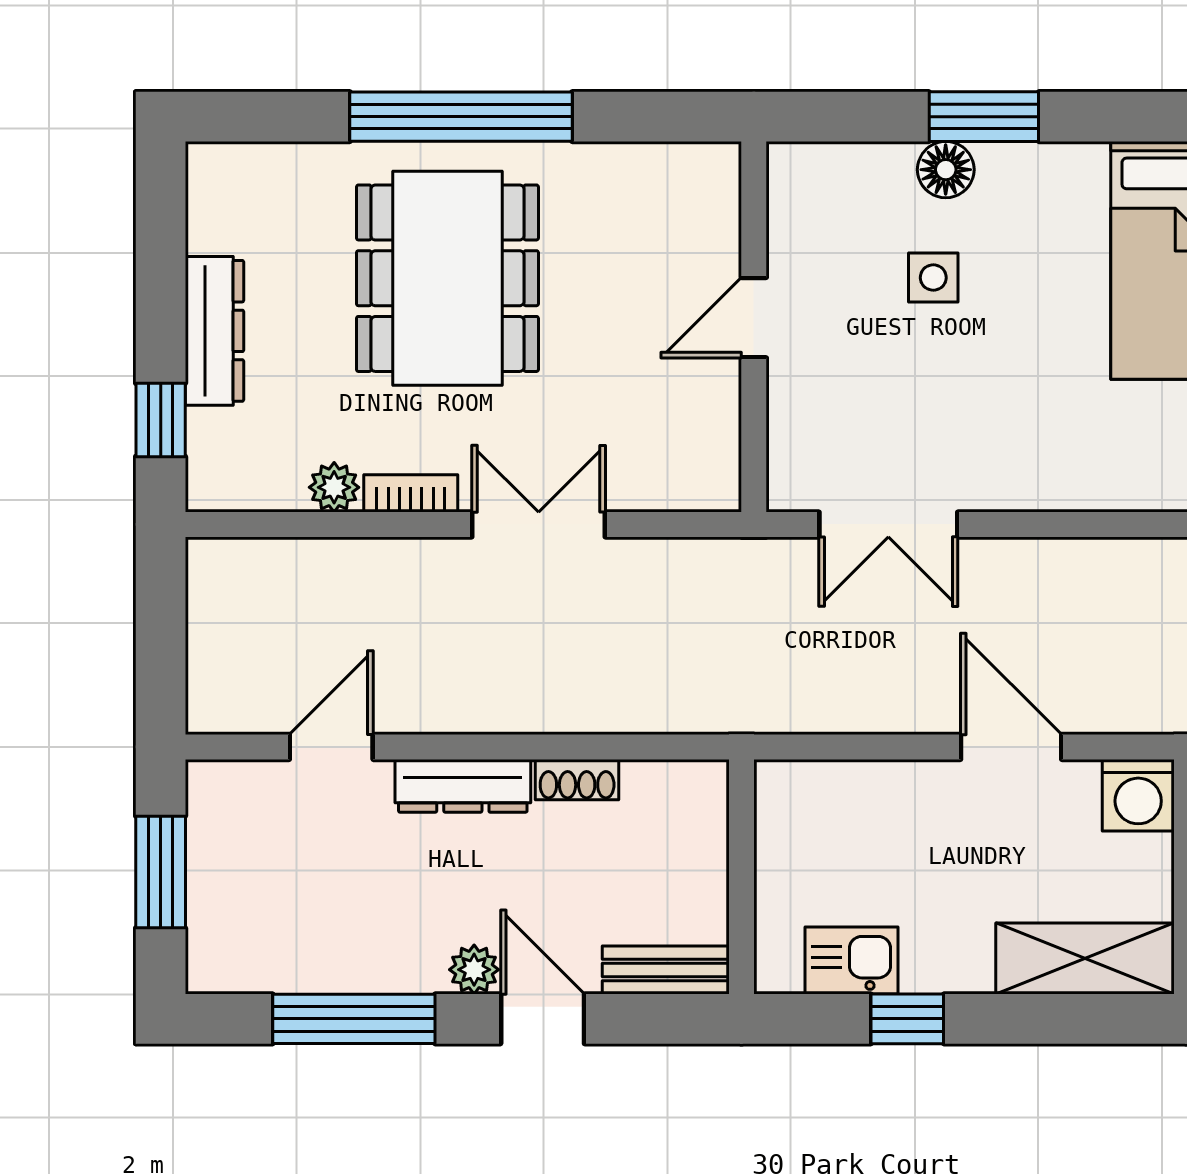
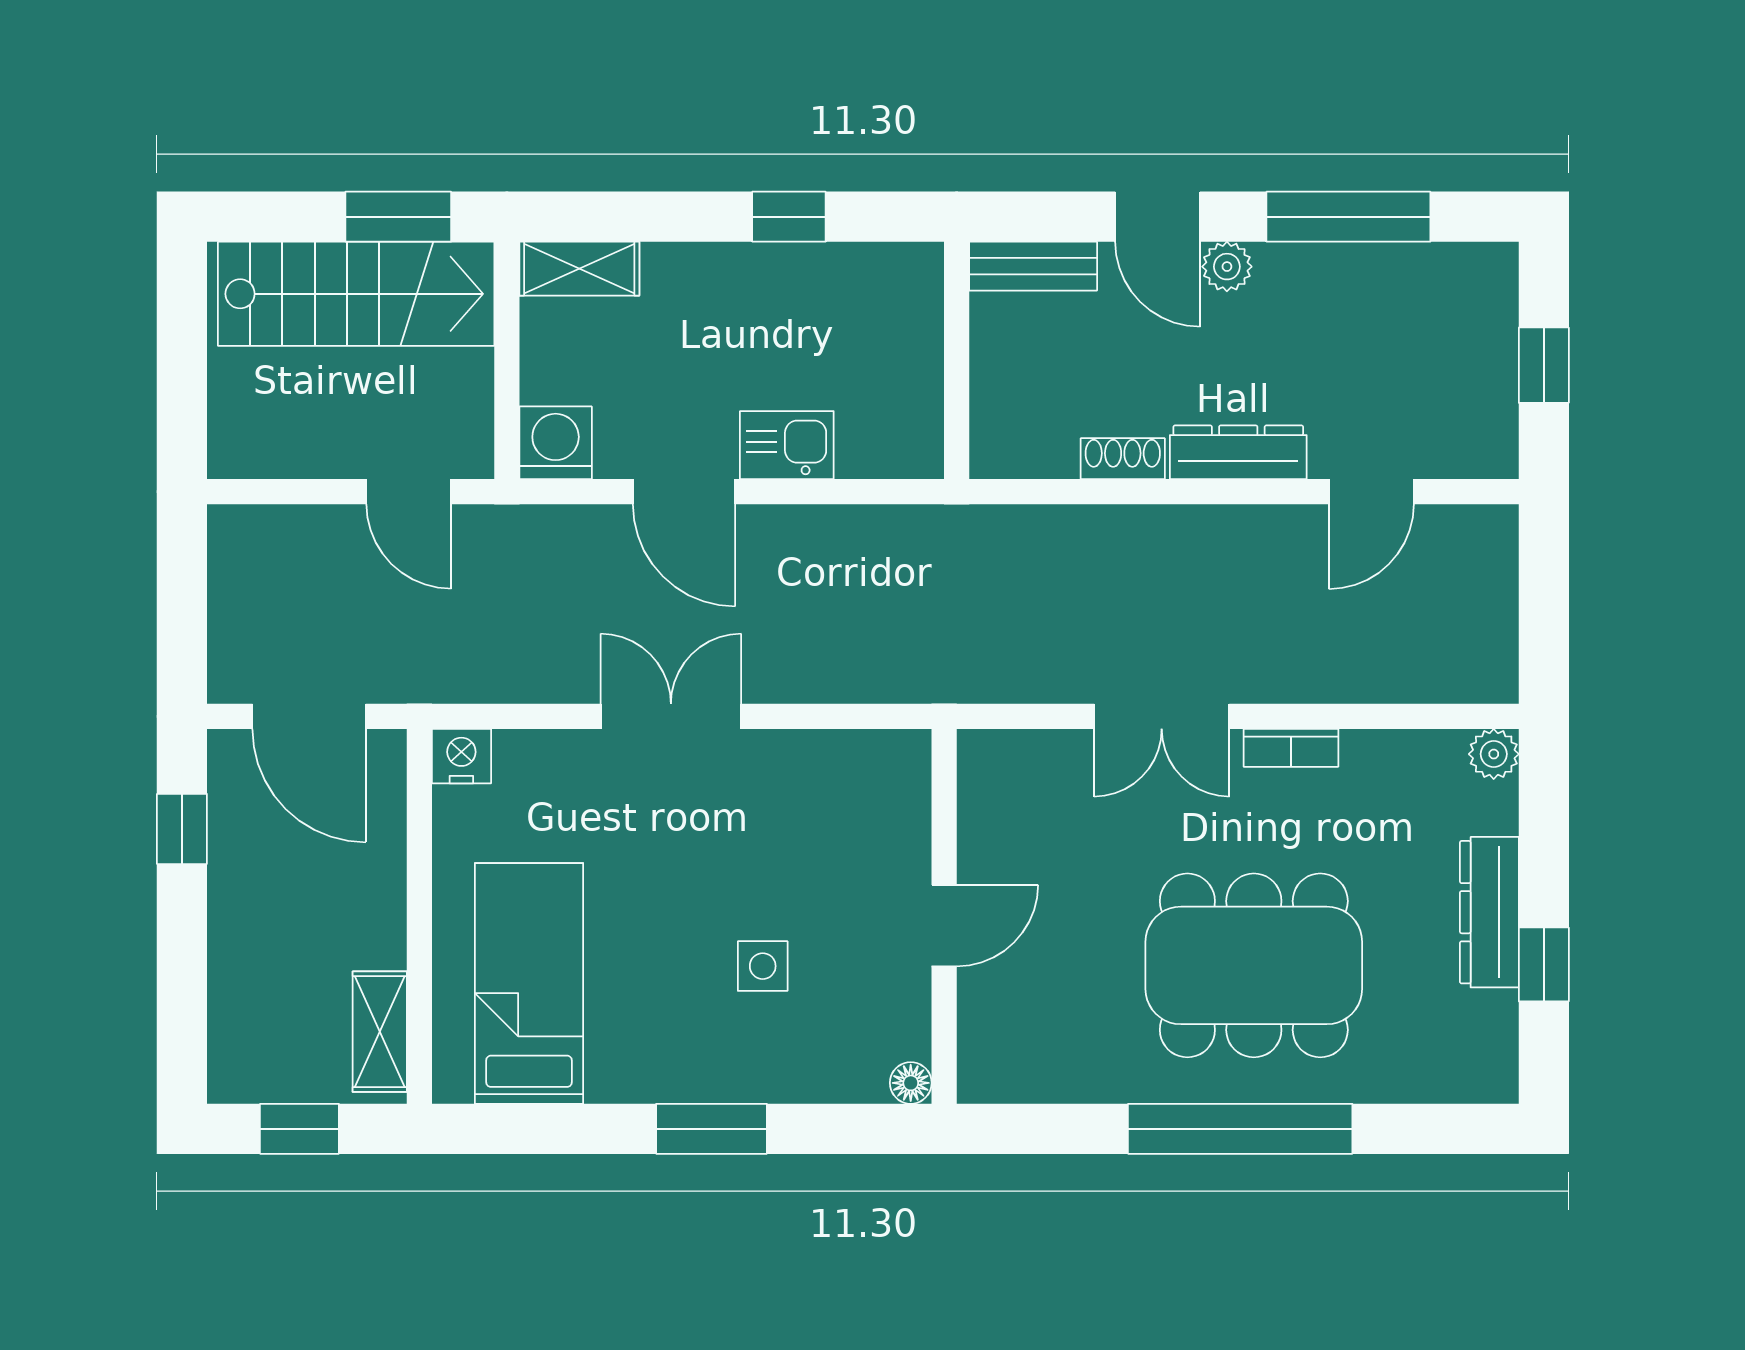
floor lamp: (946, 170) -> (911, 1083), moved, width x0.73, depth x0.73
dining table: (447, 278) -> (1254, 965), turned 90
window: (161, 420) -> (1544, 964), moved
plant: (334, 487) -> (1494, 754), moved
double door: (888, 524) -> (671, 716), moved
window: (161, 872) -> (1544, 365), width x0.67
shelving: (1085, 959) -> (579, 269), width x0.67, depth x0.75
kitchen sink: (851, 961) -> (787, 445), moved, turned 180

